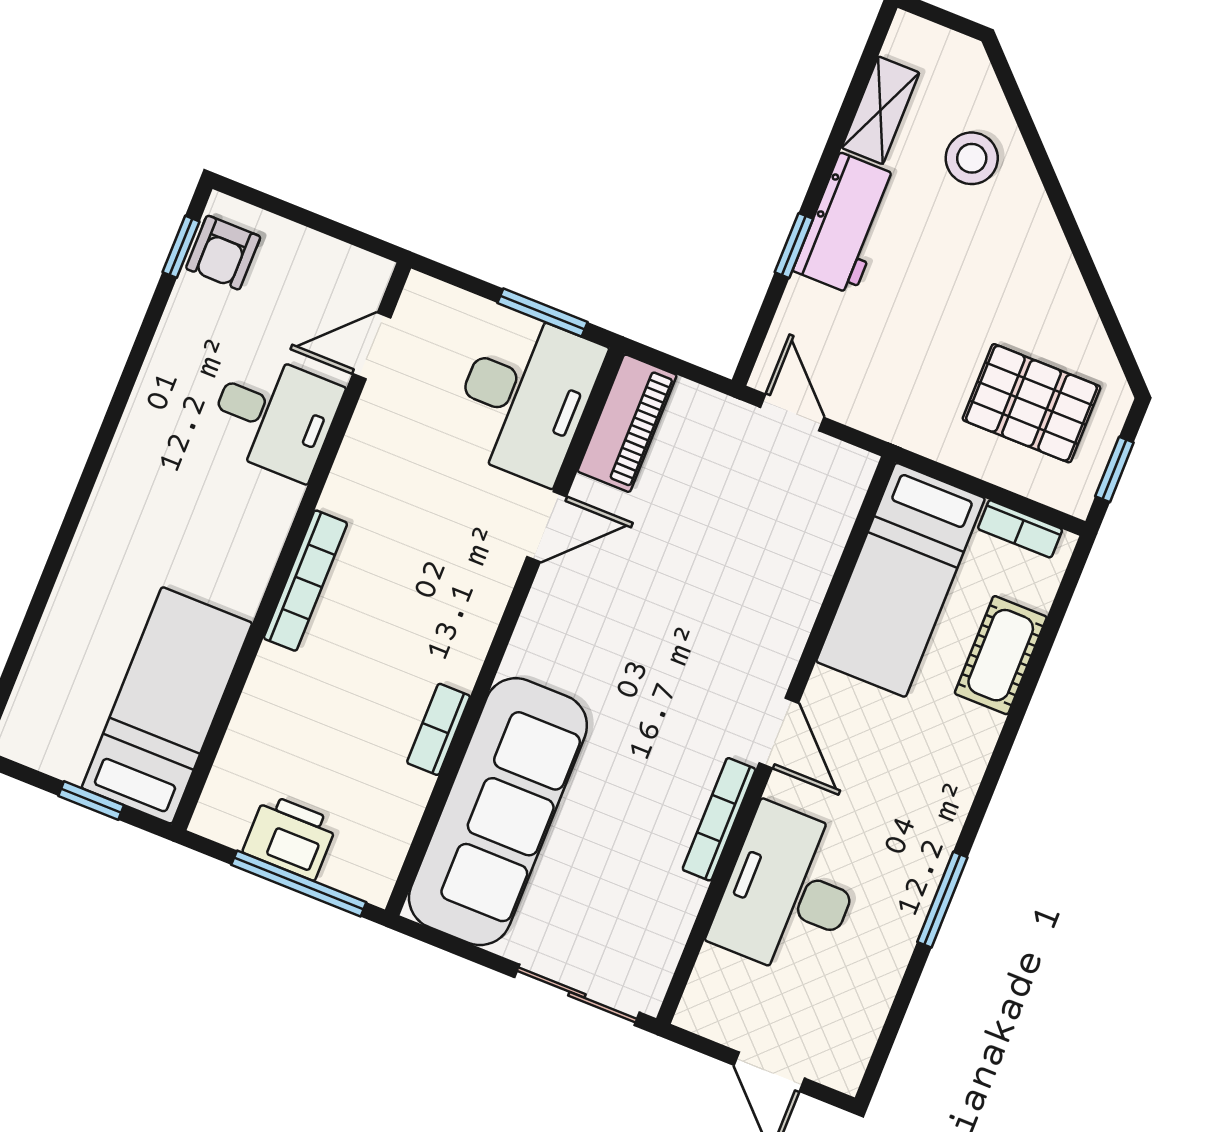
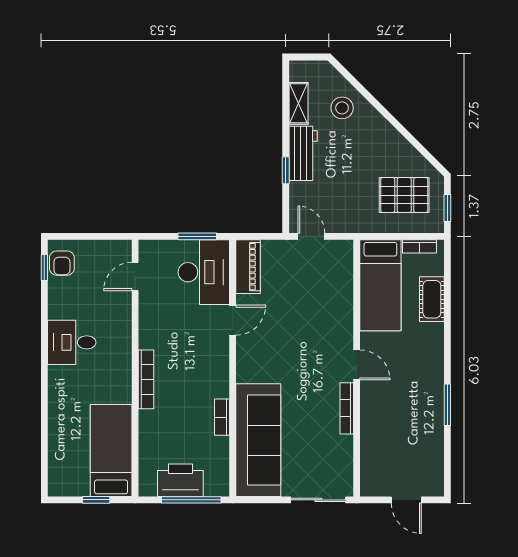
desk: (274, 416) -> (72, 342), moved, turned 180
printer: (290, 837) -> (180, 480), width x1.37, depth x1.19
desk: (789, 891) -> (386, 426), removed

